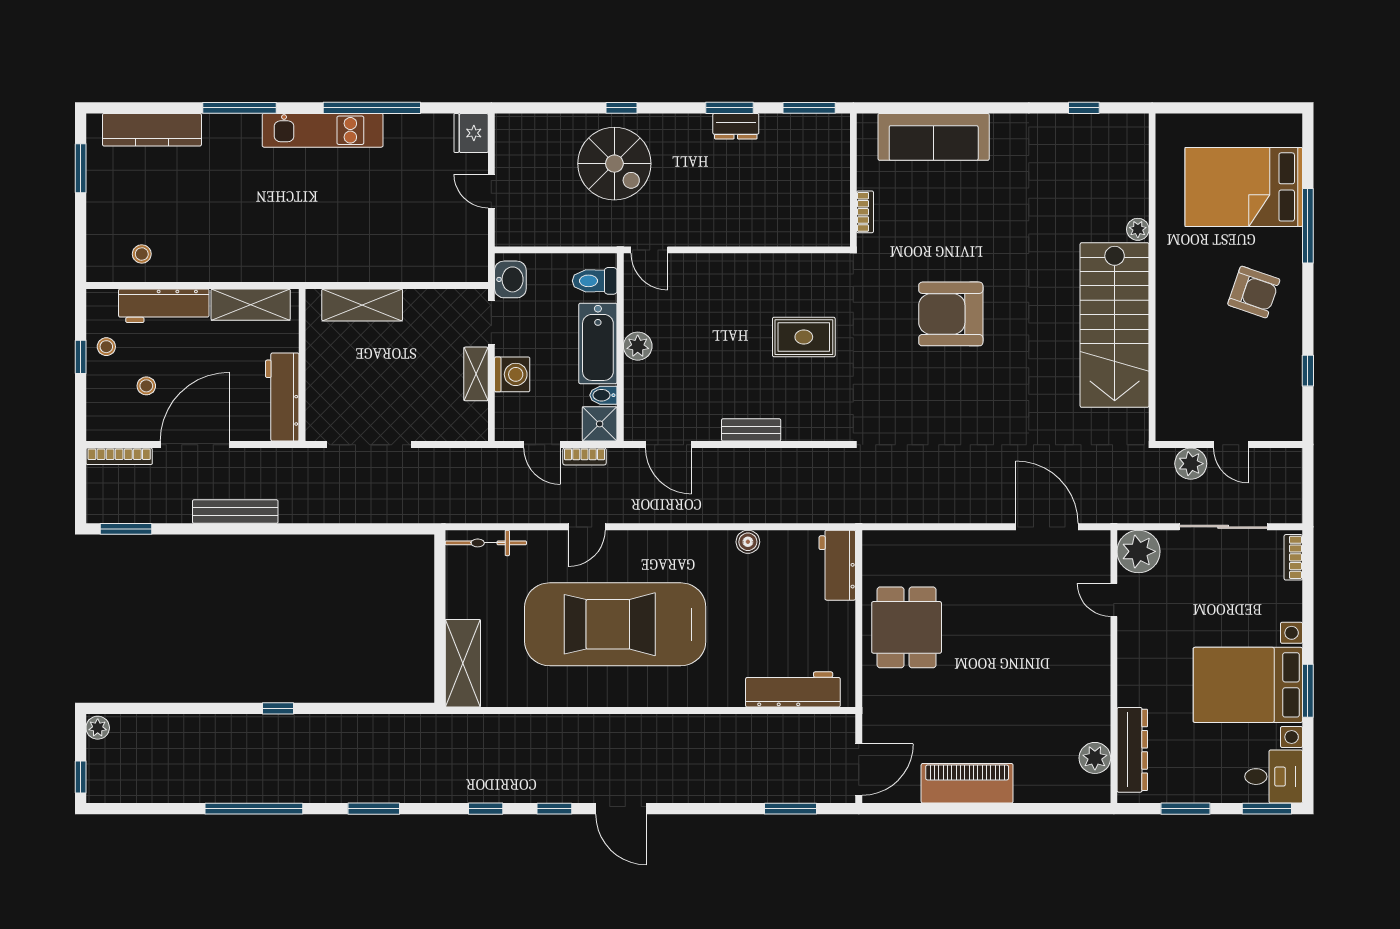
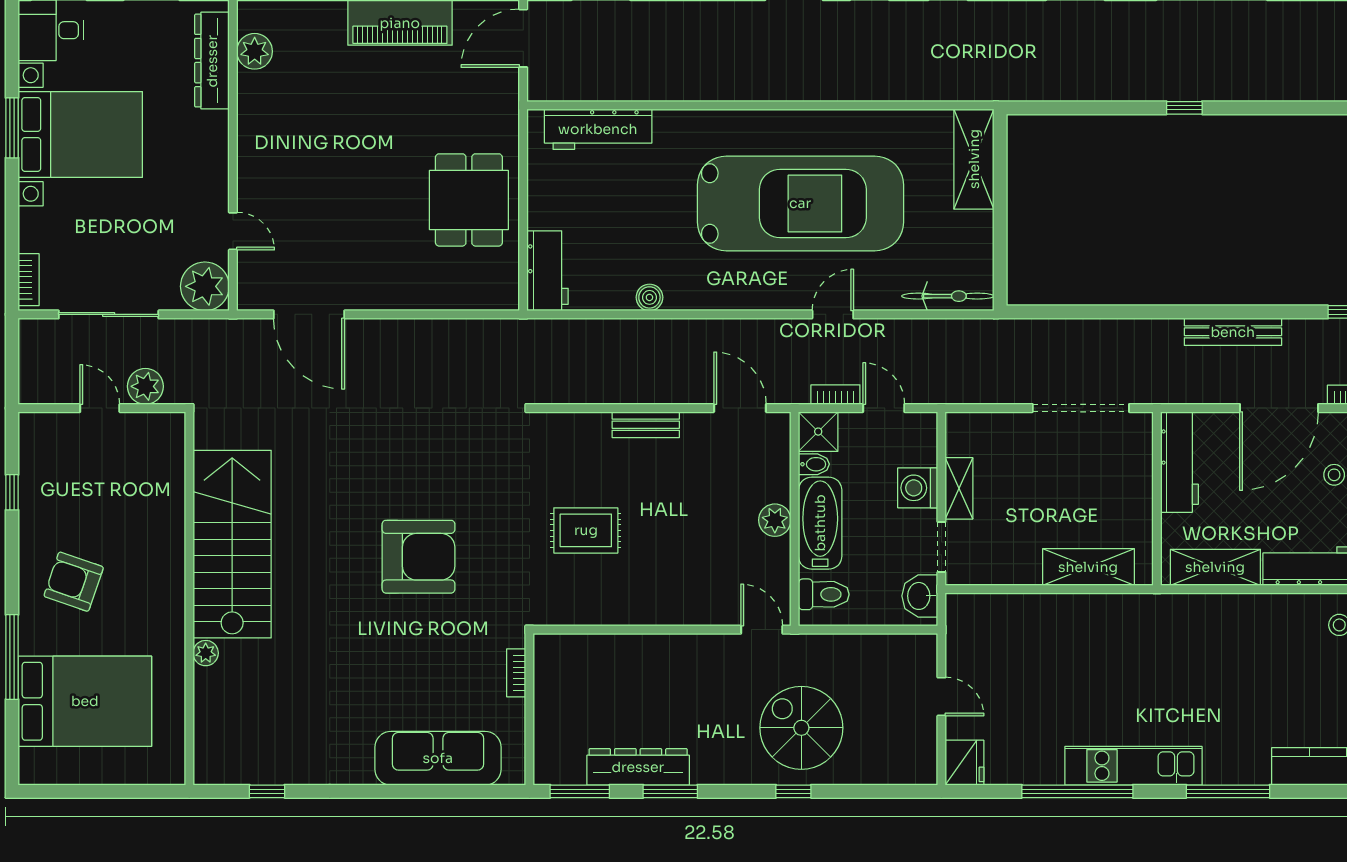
dresser: (736, 126) -> (638, 767), width x1.96, depth x1.24

